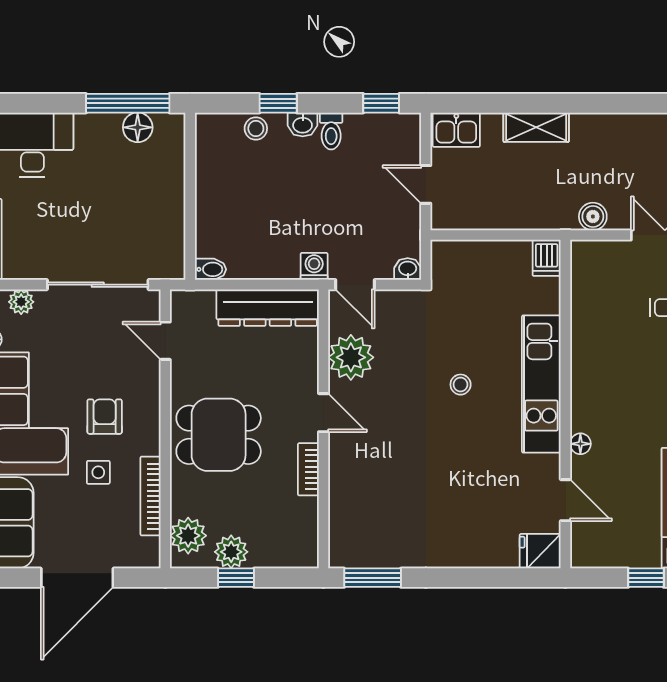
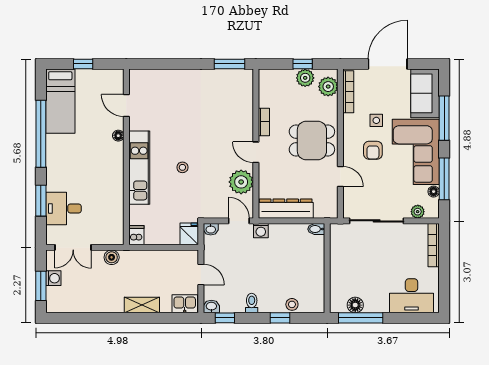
washbasin: (303, 124) -> (211, 307), moved
door: (165, 341) -> (340, 177), moved
bookcase: (151, 496) -> (348, 92), moved
fridge: (540, 551) -> (189, 234), moved, turned -90

